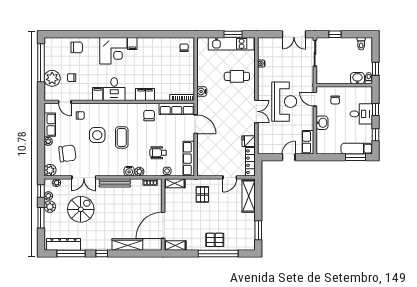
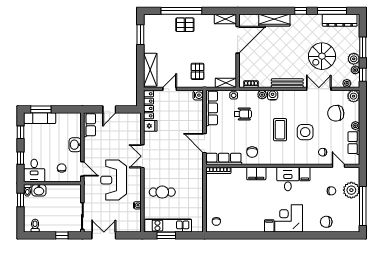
water cooler: (202, 91) -> (198, 95), moved
reception desk: (284, 102) -> (114, 180), moved
desk: (361, 114) -> (34, 170), moved, turned -90

